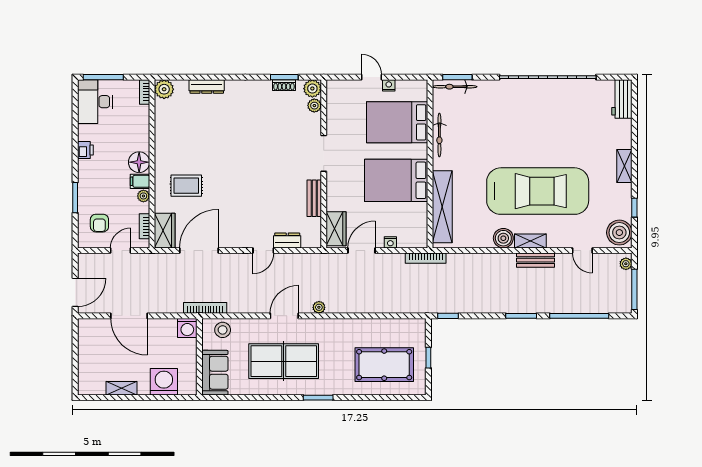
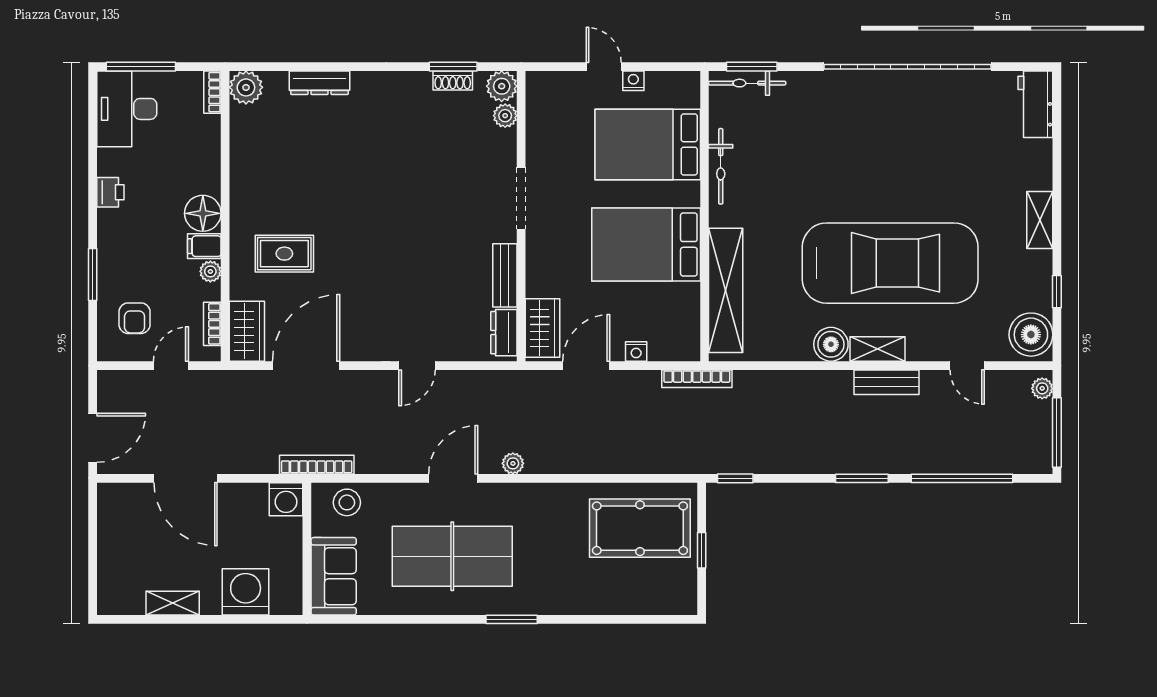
dresser: (287, 240) -> (504, 333), moved, turned -90
pool table: (384, 365) -> (640, 528), moved

